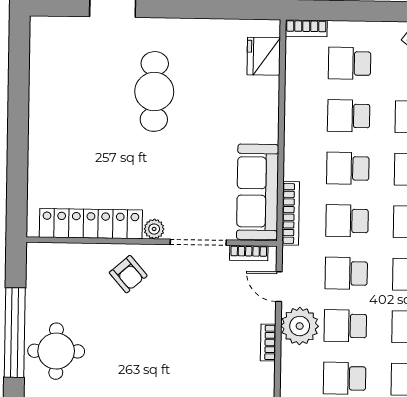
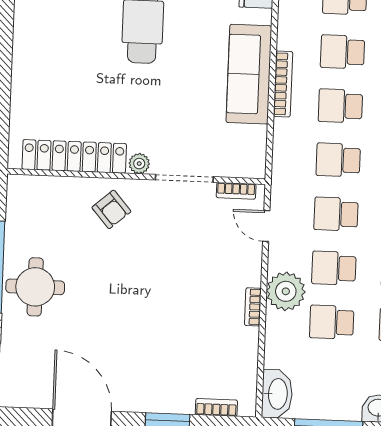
sofa: (258, 192) -> (249, 74), moved
bookcase: (291, 213) -> (283, 84), moved
plant: (300, 326) -> (286, 291), moved
bookcase: (268, 342) -> (253, 307), moved

